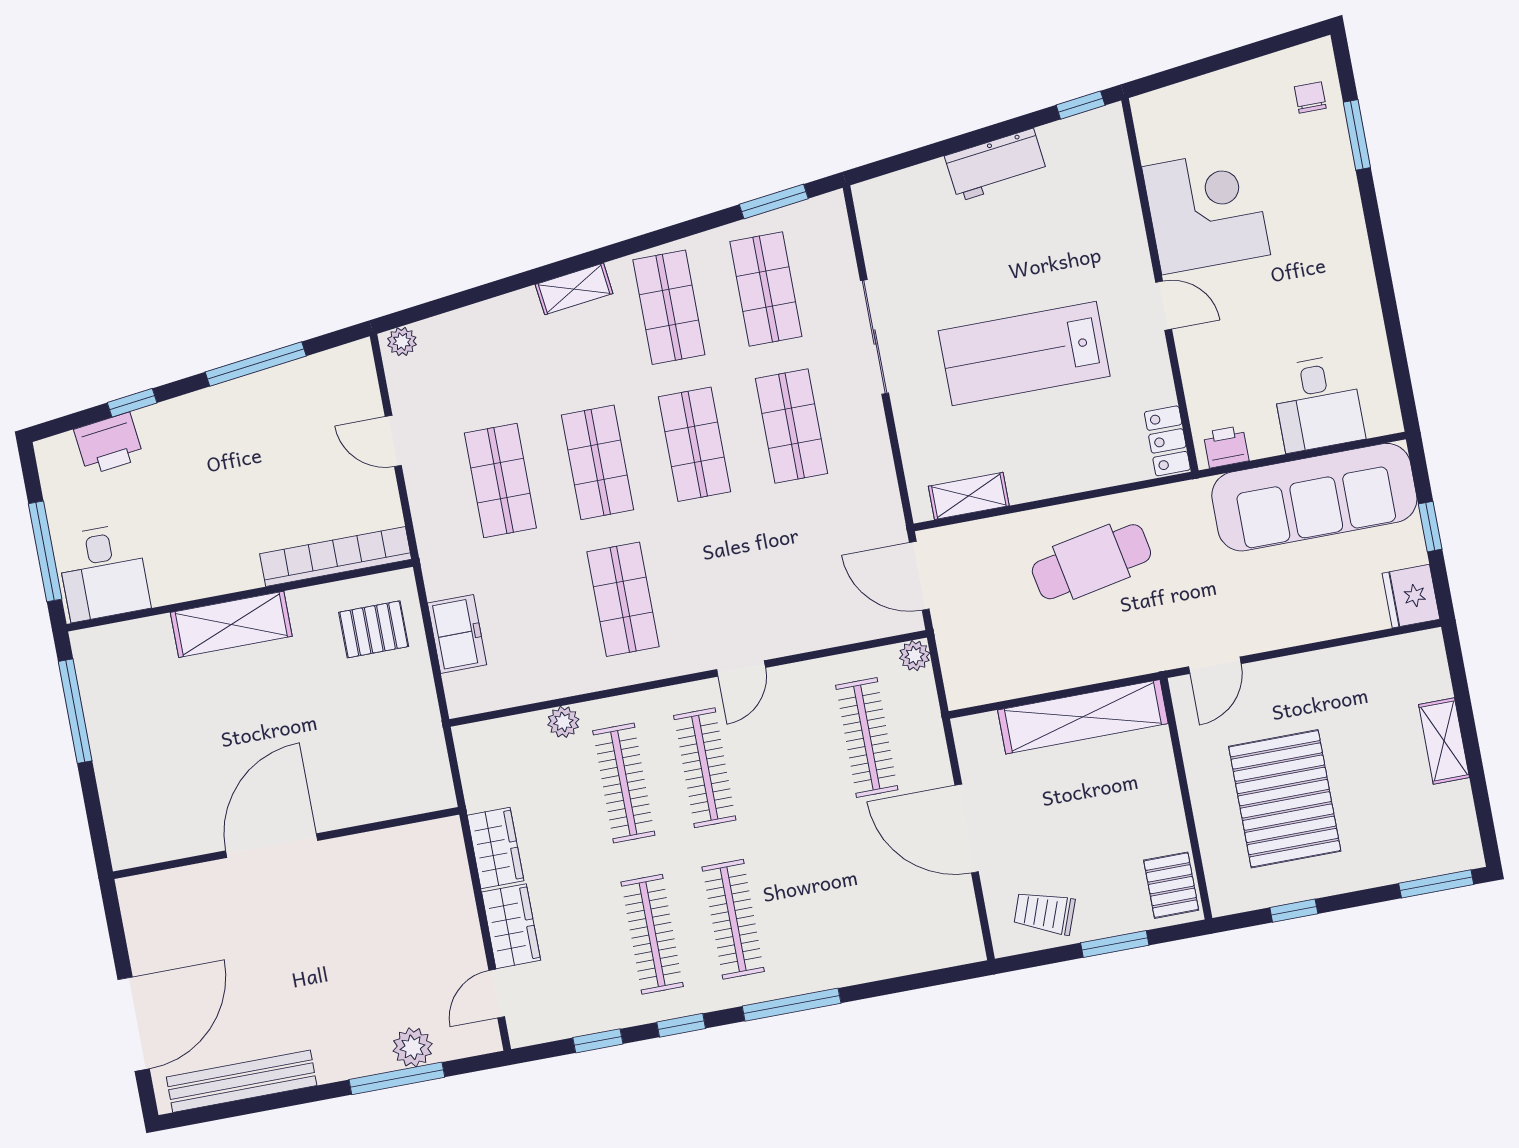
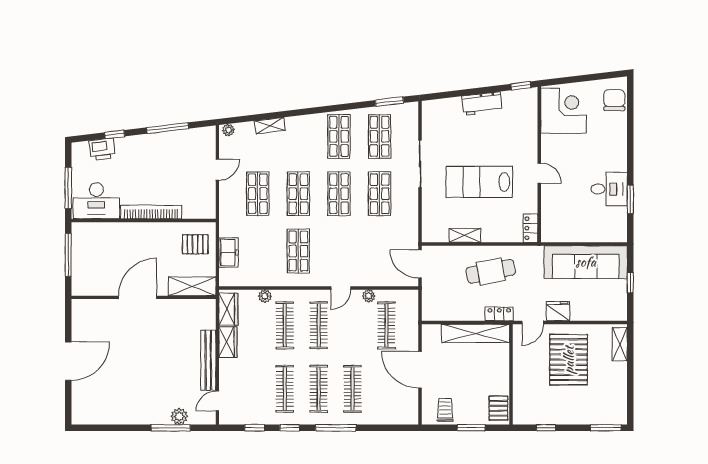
chair: (1310, 97) -> (614, 100), width x1.87, depth x1.87
window: (1357, 135) -> (630, 199), moved
corner desk: (1206, 211) -> (564, 111), moved
shelving: (574, 289) -> (270, 126), moved
desk: (1318, 403) -> (609, 189), moved, turned -90
door: (393, 441) -> (217, 170), swing flipped
printer: (1226, 447) -> (554, 235), removed
shelving: (969, 496) -> (465, 235), moved
bookcase: (336, 556) -> (151, 212), moved
desk: (103, 572) -> (96, 201), width x1.37
fridge: (1411, 596) -> (558, 311), moved, turned 90
shelving: (231, 624) -> (192, 286), moved
plant: (915, 656) -> (369, 296), moved
locker: (1131, 660) -> (499, 314), added
shelving: (1444, 741) -> (620, 344), moved
pallet: (1285, 799) -> (569, 360), moved
wall: (286, 843) -> (144, 297), moved
door: (272, 846) -> (138, 297), moved
clothes rail: (814, 904) -> (353, 389), added
trolley: (1044, 913) -> (445, 410), turned 70
wardrobe: (511, 926) -> (228, 309), moved
door: (134, 1024) -> (68, 361), moved
bench: (242, 1081) -> (208, 360), moved, turned 90

